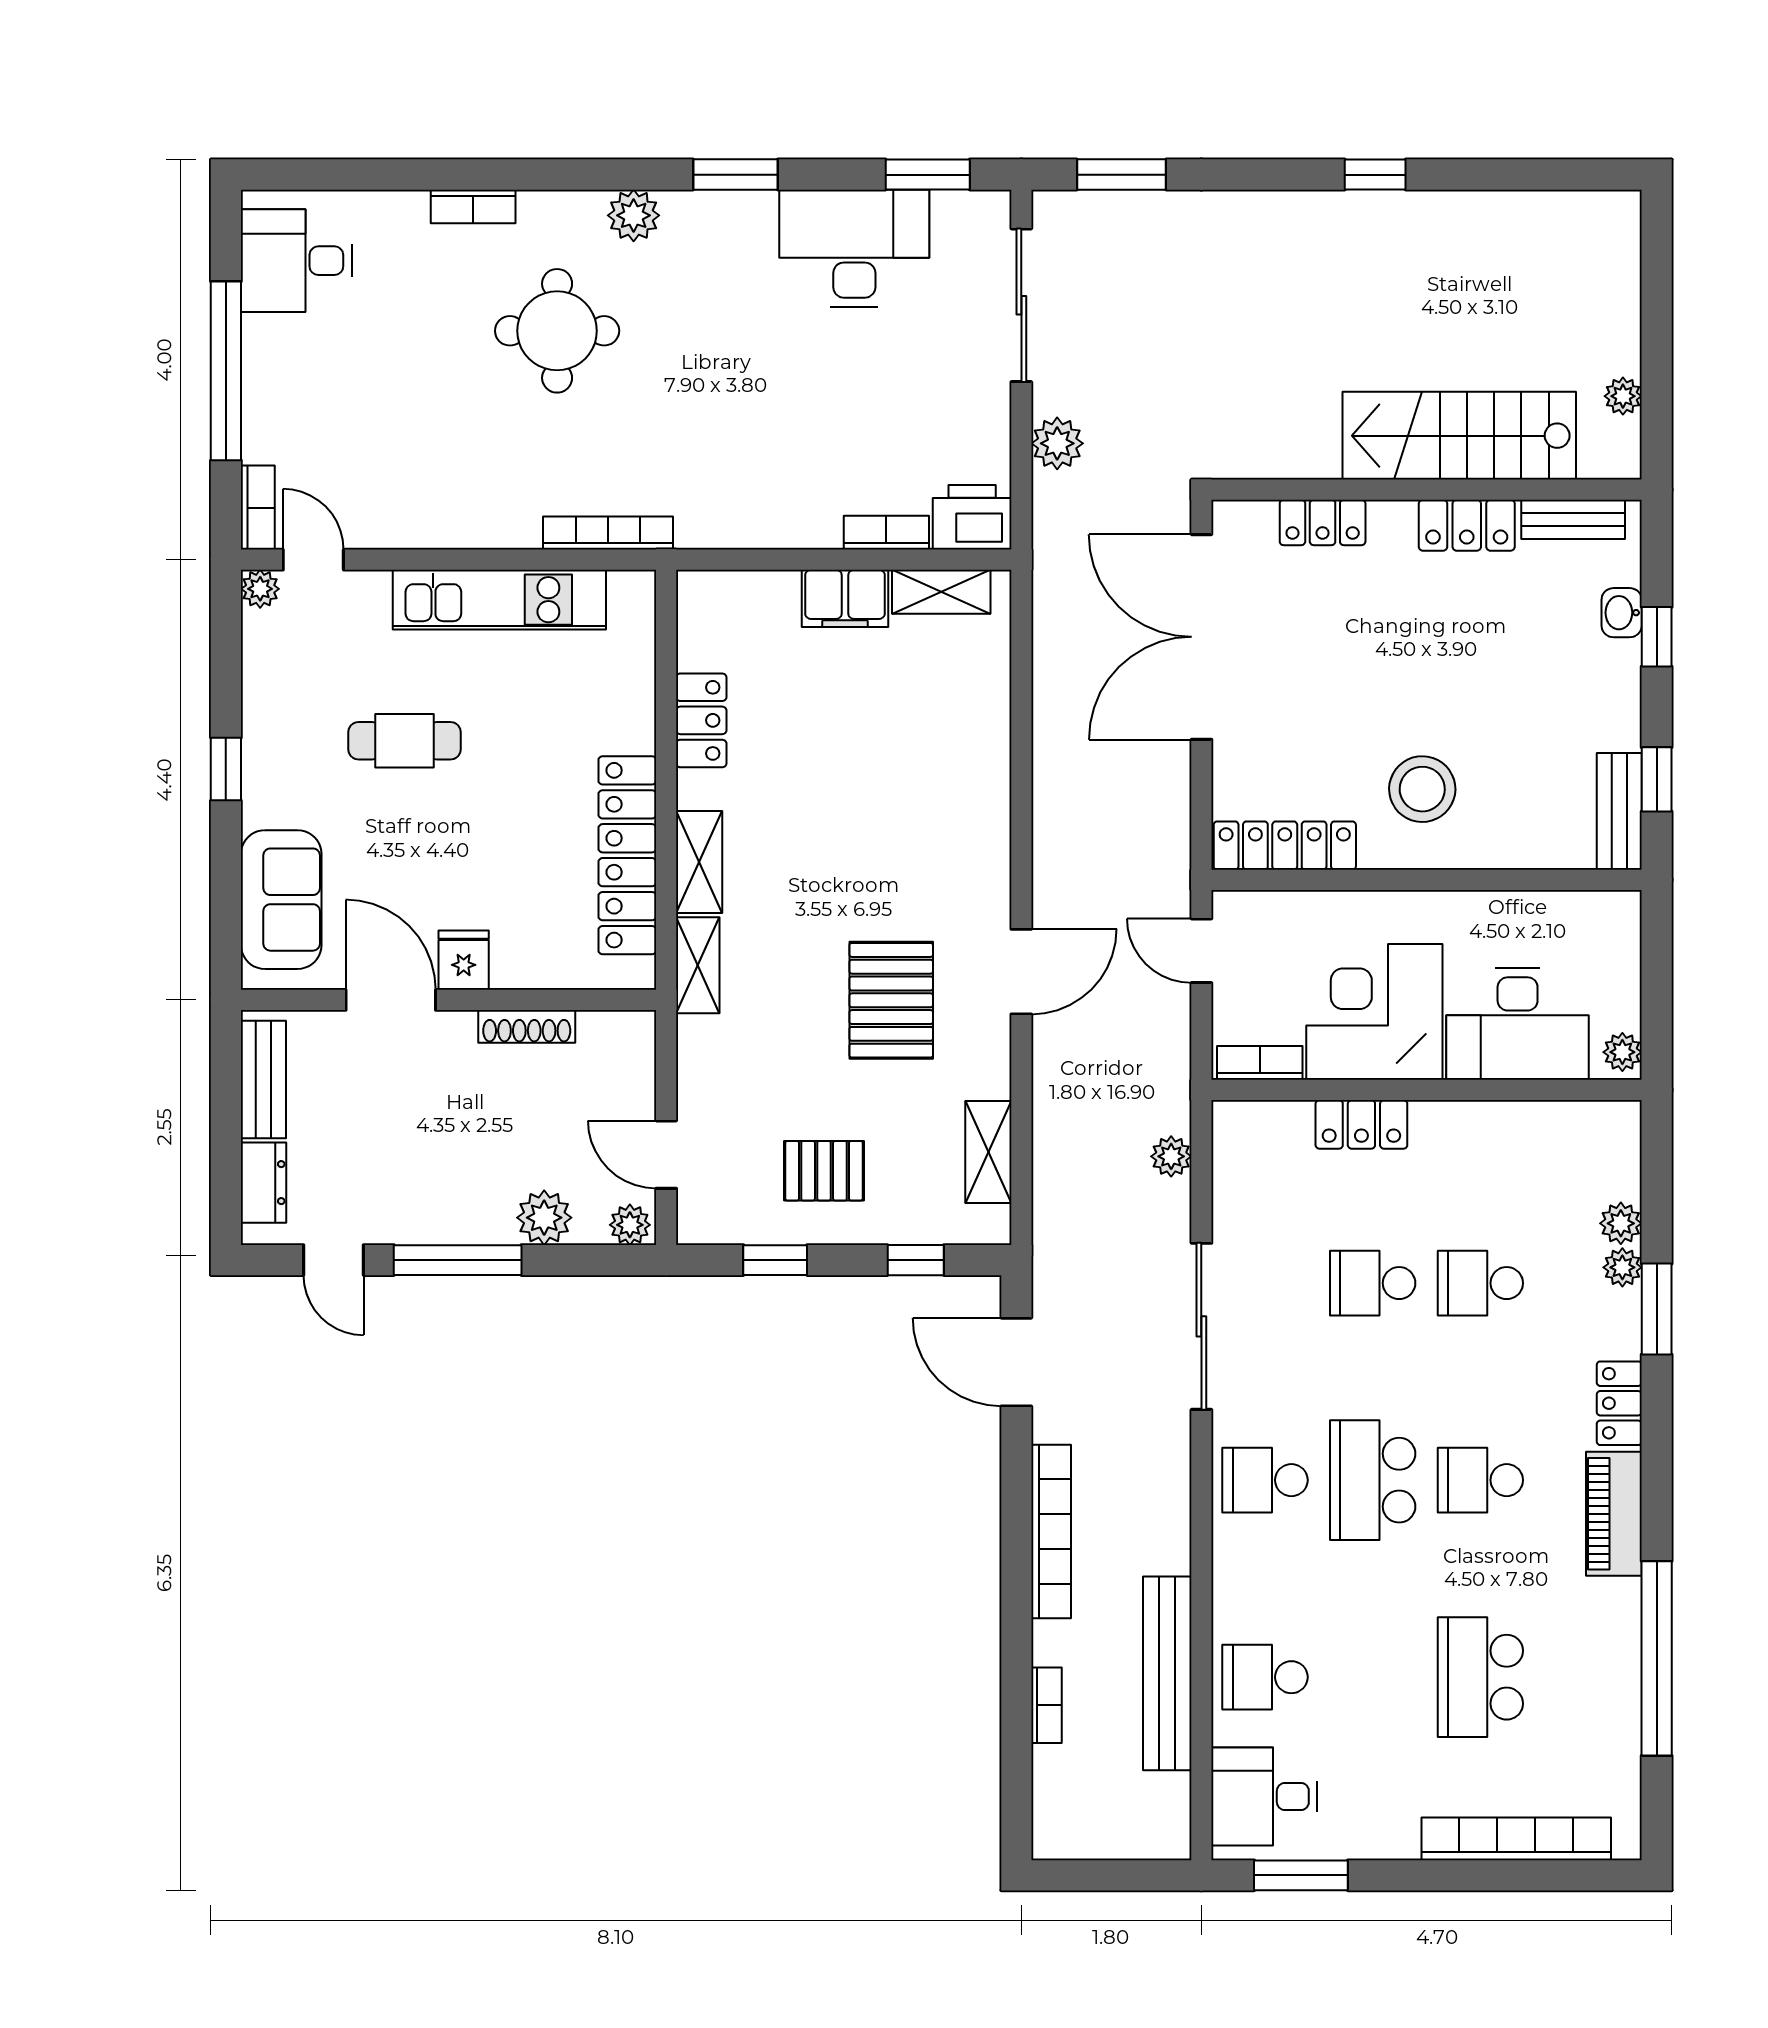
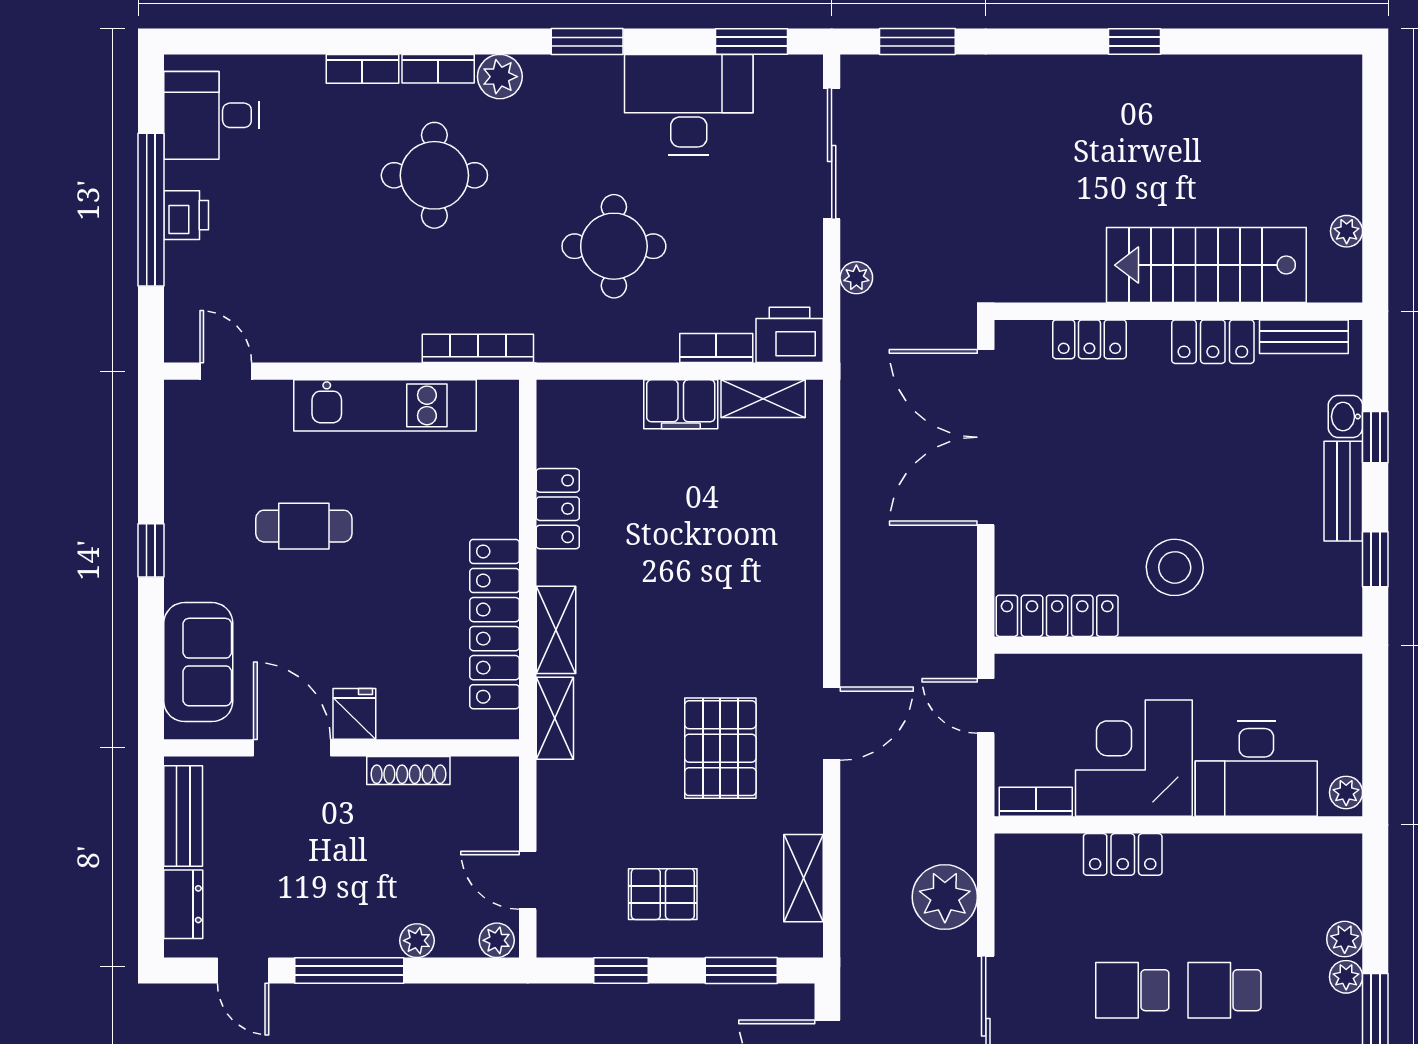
printer: (267, 377) -> (186, 215), added
round table: (767, 414) -> (614, 246), added
plant: (1057, 443) -> (856, 278), width x0.73, depth x0.73
bookcase: (258, 508) -> (438, 69), moved, turned 90
plant: (260, 589) -> (180, 396), removed
bench: (1619, 811) -> (1343, 491), moved
plant: (1171, 1156) -> (945, 897), width x1.87, depth x1.87
plant: (544, 1218) -> (417, 941), width x0.73, depth x0.73
window: (916, 1260) -> (741, 970), width x1.50

